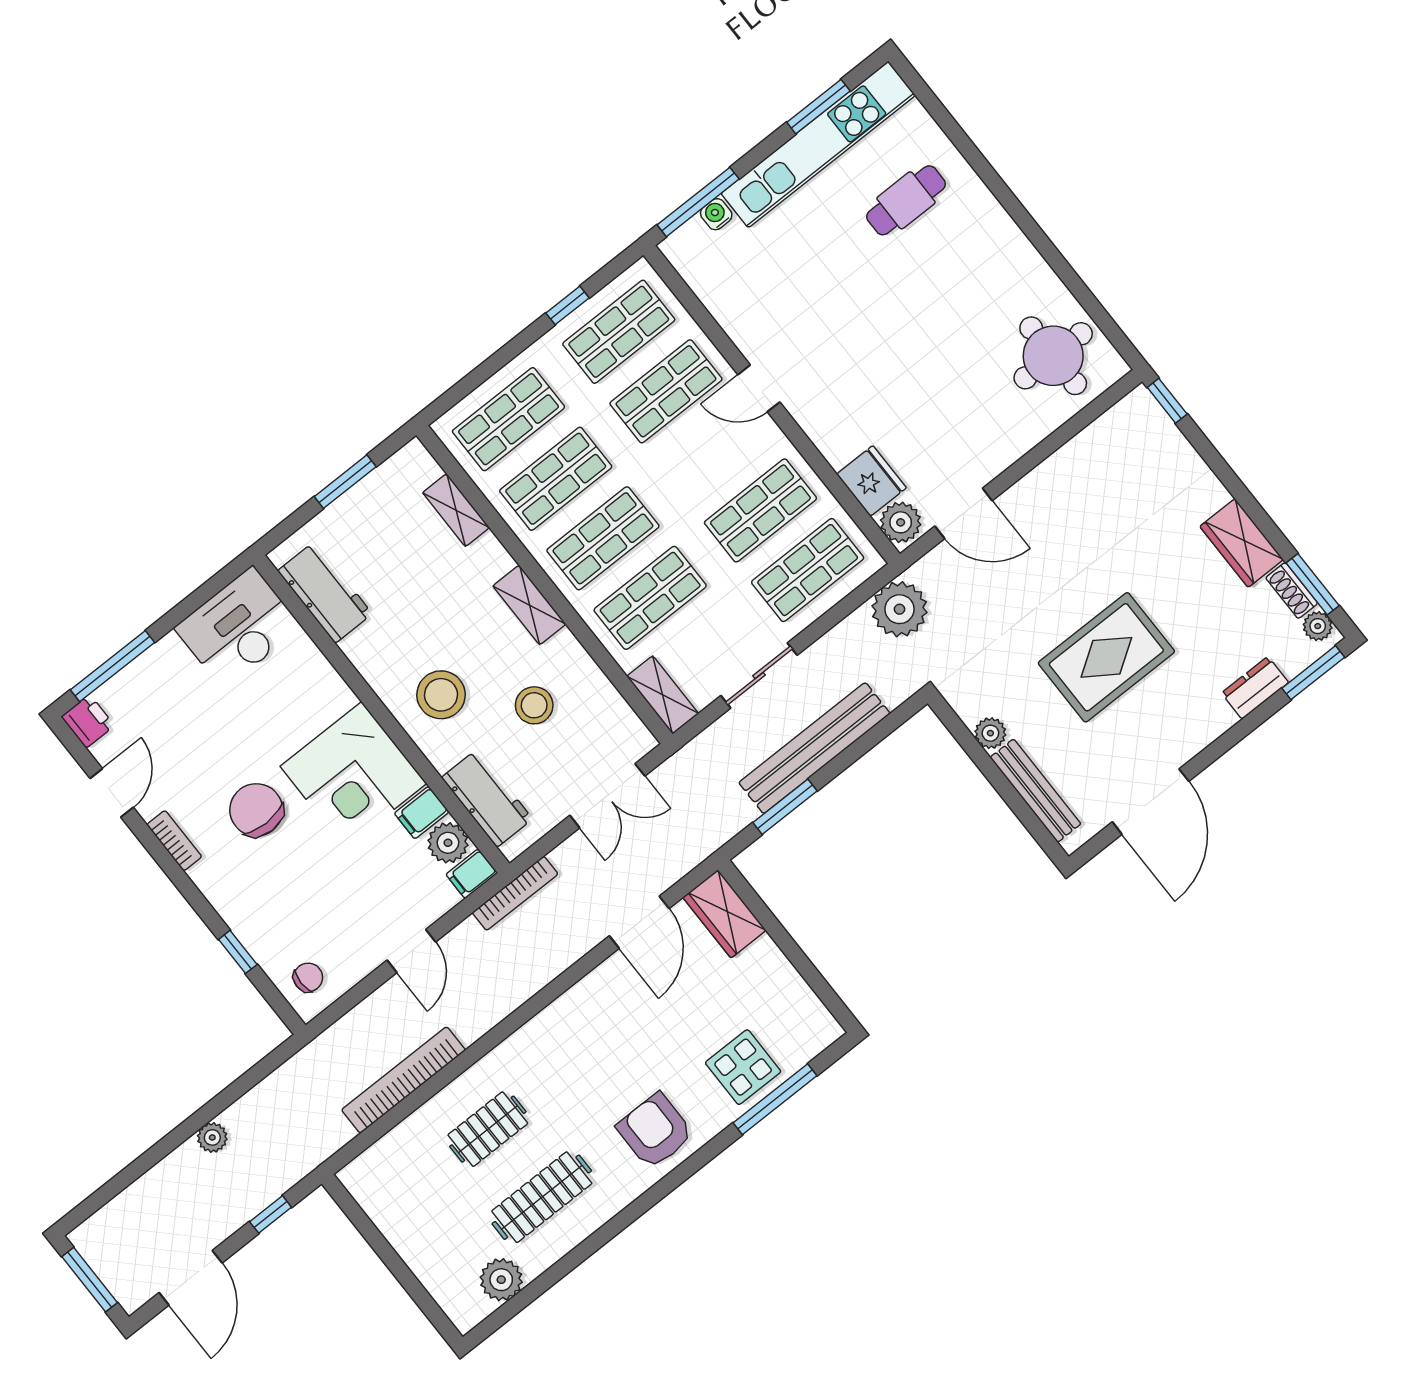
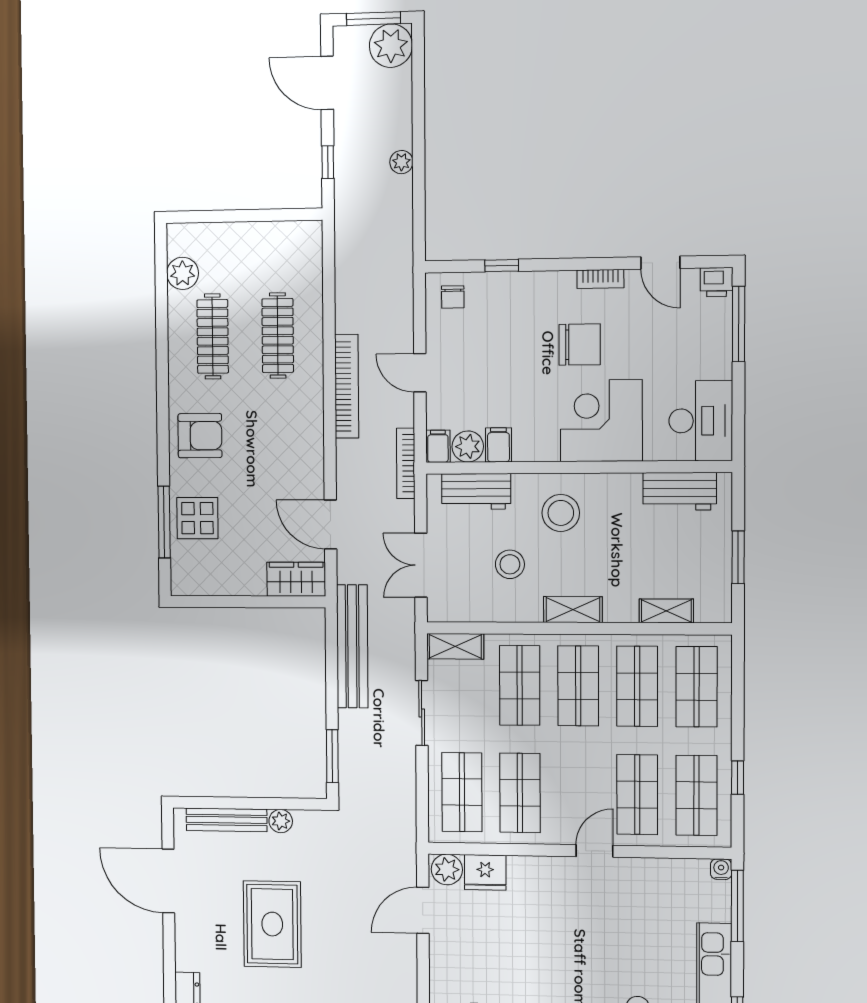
water cooler: (716, 214) -> (721, 869), moved, turned -90
plant: (900, 609) -> (391, 46), moved
bench: (814, 748) -> (352, 646), moved
corner desk: (353, 775) -> (601, 421), moved
window: (785, 807) -> (332, 756), moved
bookcase: (404, 1080) -> (347, 386), moved
clothes rail: (488, 1129) -> (278, 336), width x1.36

